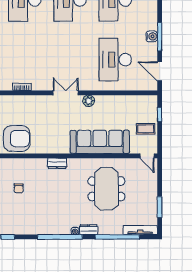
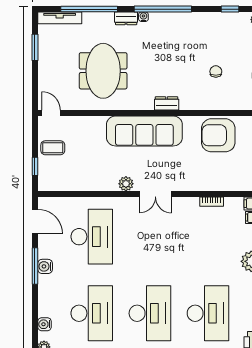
sofa: (100, 142) -> (144, 131), moved

